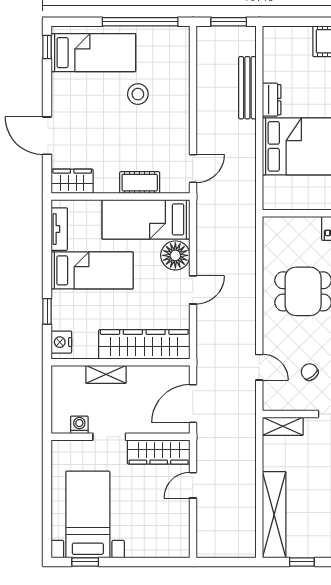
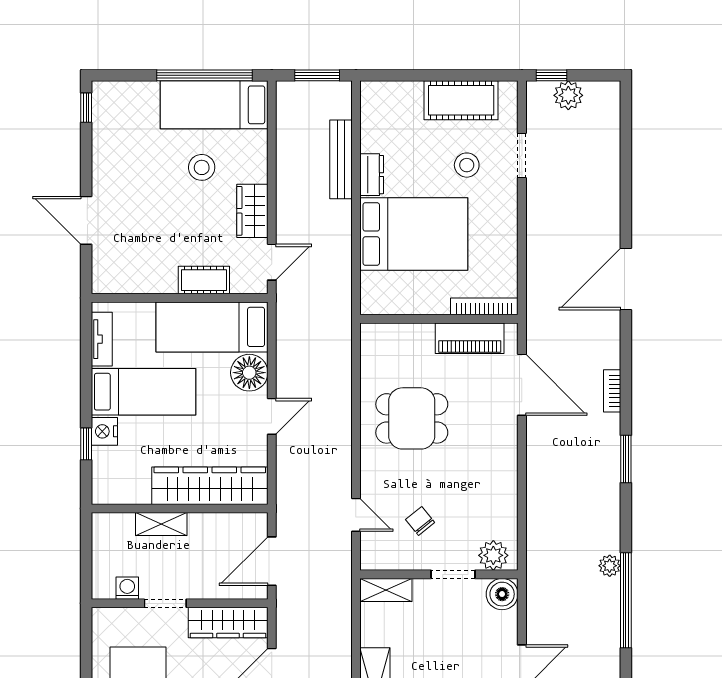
bed: (93, 53) -> (214, 105), moved, turned 180
wardrobe: (72, 181) -> (252, 211), moved, turned -90
nightstand: (61, 342) -> (104, 431), moved

